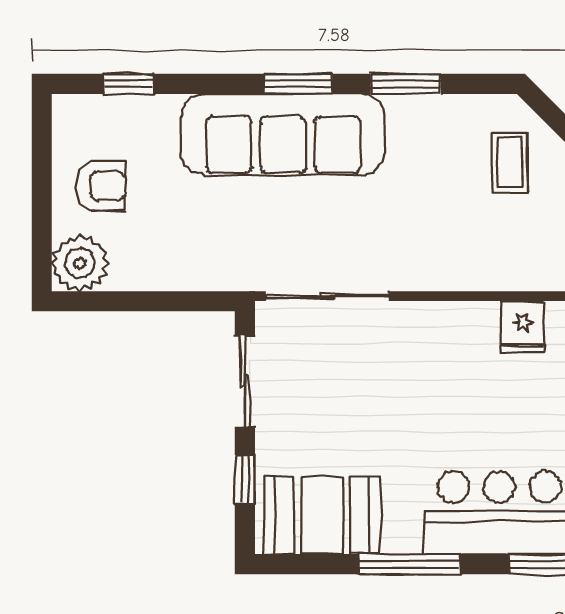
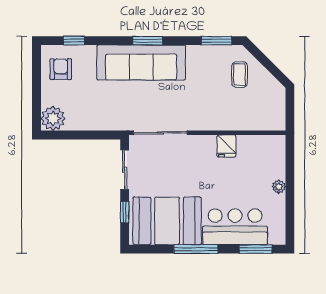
window: (406, 84) -> (216, 41), moved
armchair: (101, 186) -> (61, 69), moved, turned -90
fridge: (523, 327) -> (226, 146), moved
booth: (322, 515) -> (167, 221), width x1.36, depth x1.42

